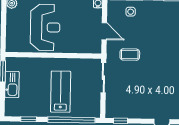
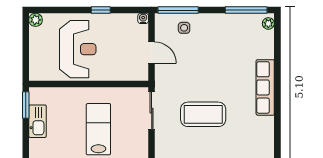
coffee table: (130, 55) -> (203, 114), moved, width x1.86, depth x1.72

